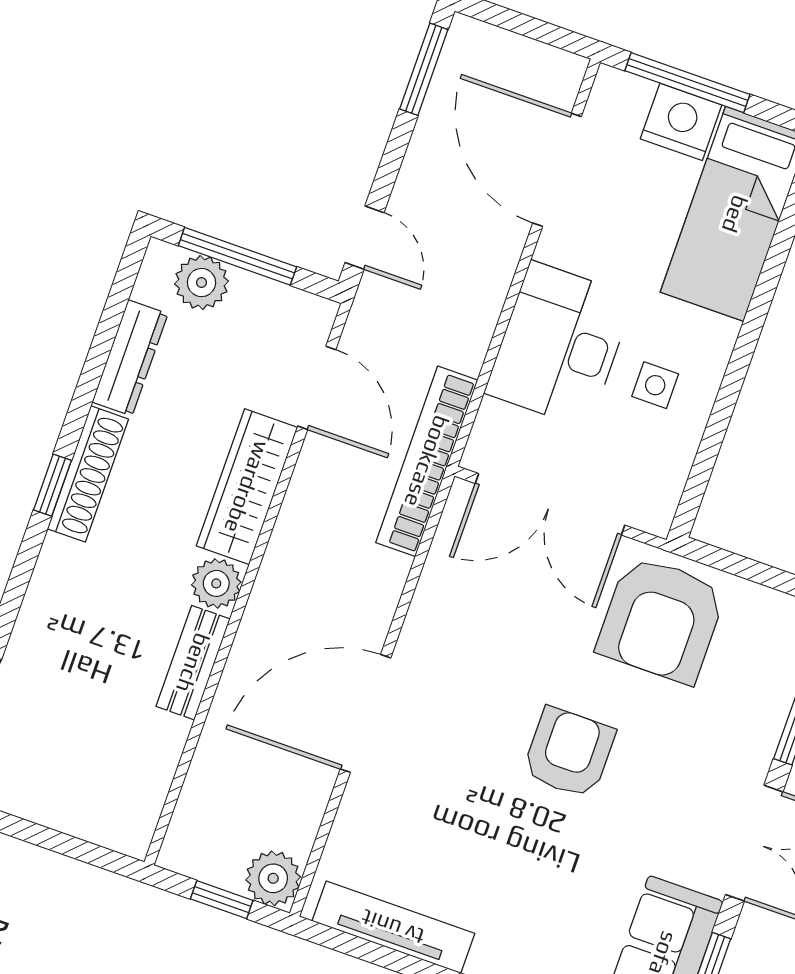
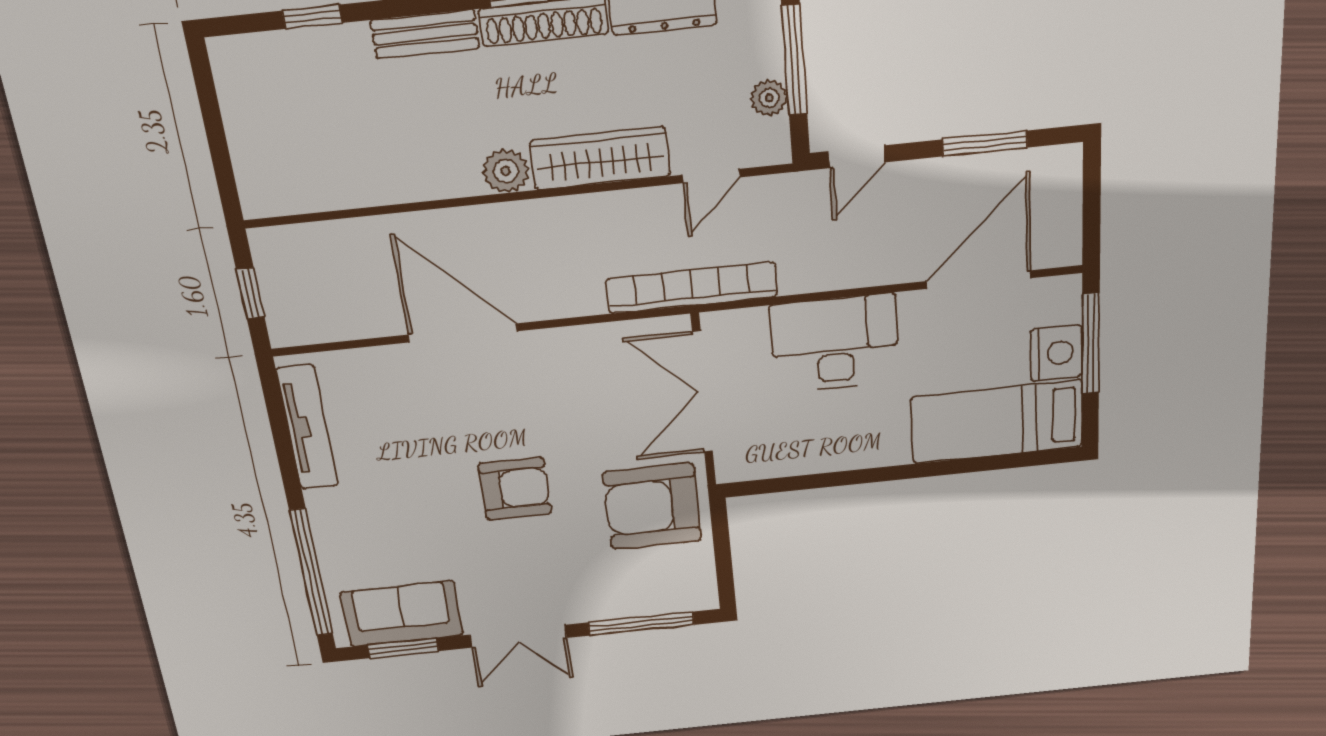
window: (424, 69) -> (985, 143), moved
plant: (201, 283) -> (769, 98), moved, width x0.73, depth x0.73
side table: (655, 385) -> (834, 425), removed
door: (317, 388) -> (711, 176), width x0.73
bench: (193, 663) -> (425, 34), moved
plant: (273, 878) -> (291, 324), removed

